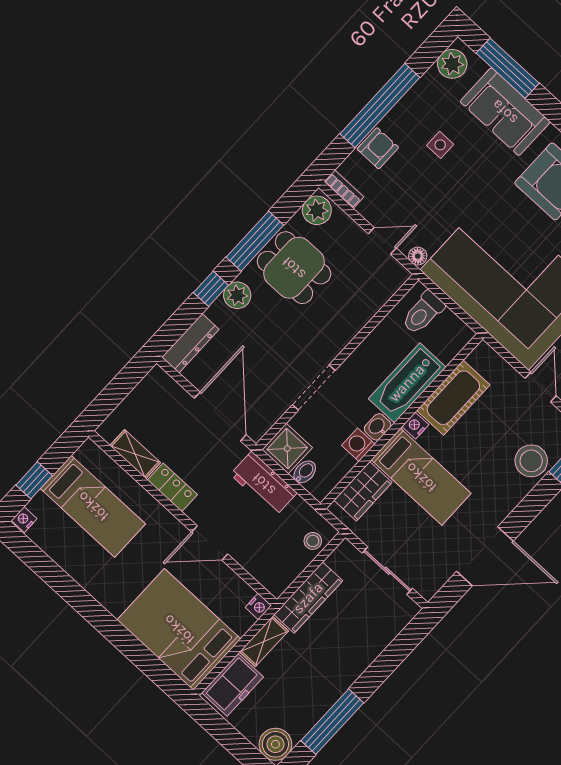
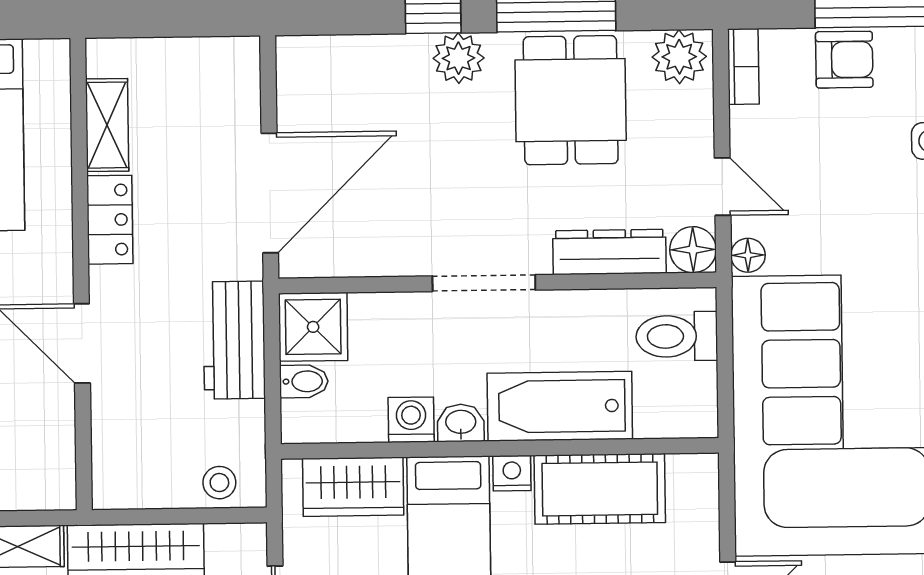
floor lamp: (396, 275) -> (693, 250), added
dresser: (190, 343) -> (610, 252), moved, turned 180
doorway: (314, 388) -> (484, 283), moved
nightstand: (258, 606) -> (58, 493), removed

